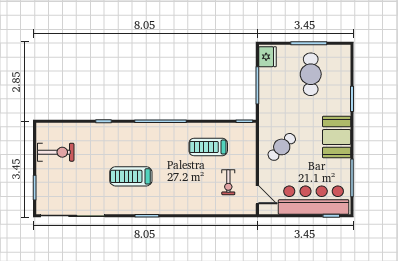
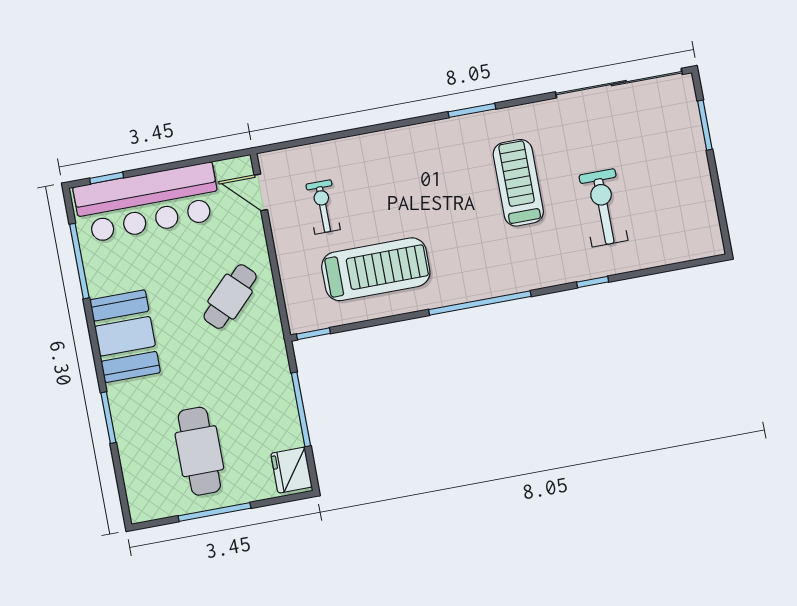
treadmill: (208, 147) -> (376, 269), width x1.37, depth x1.38
exercise bike: (56, 152) -> (603, 208), moved, turned 90
treadmill: (131, 176) -> (518, 183), turned -90

